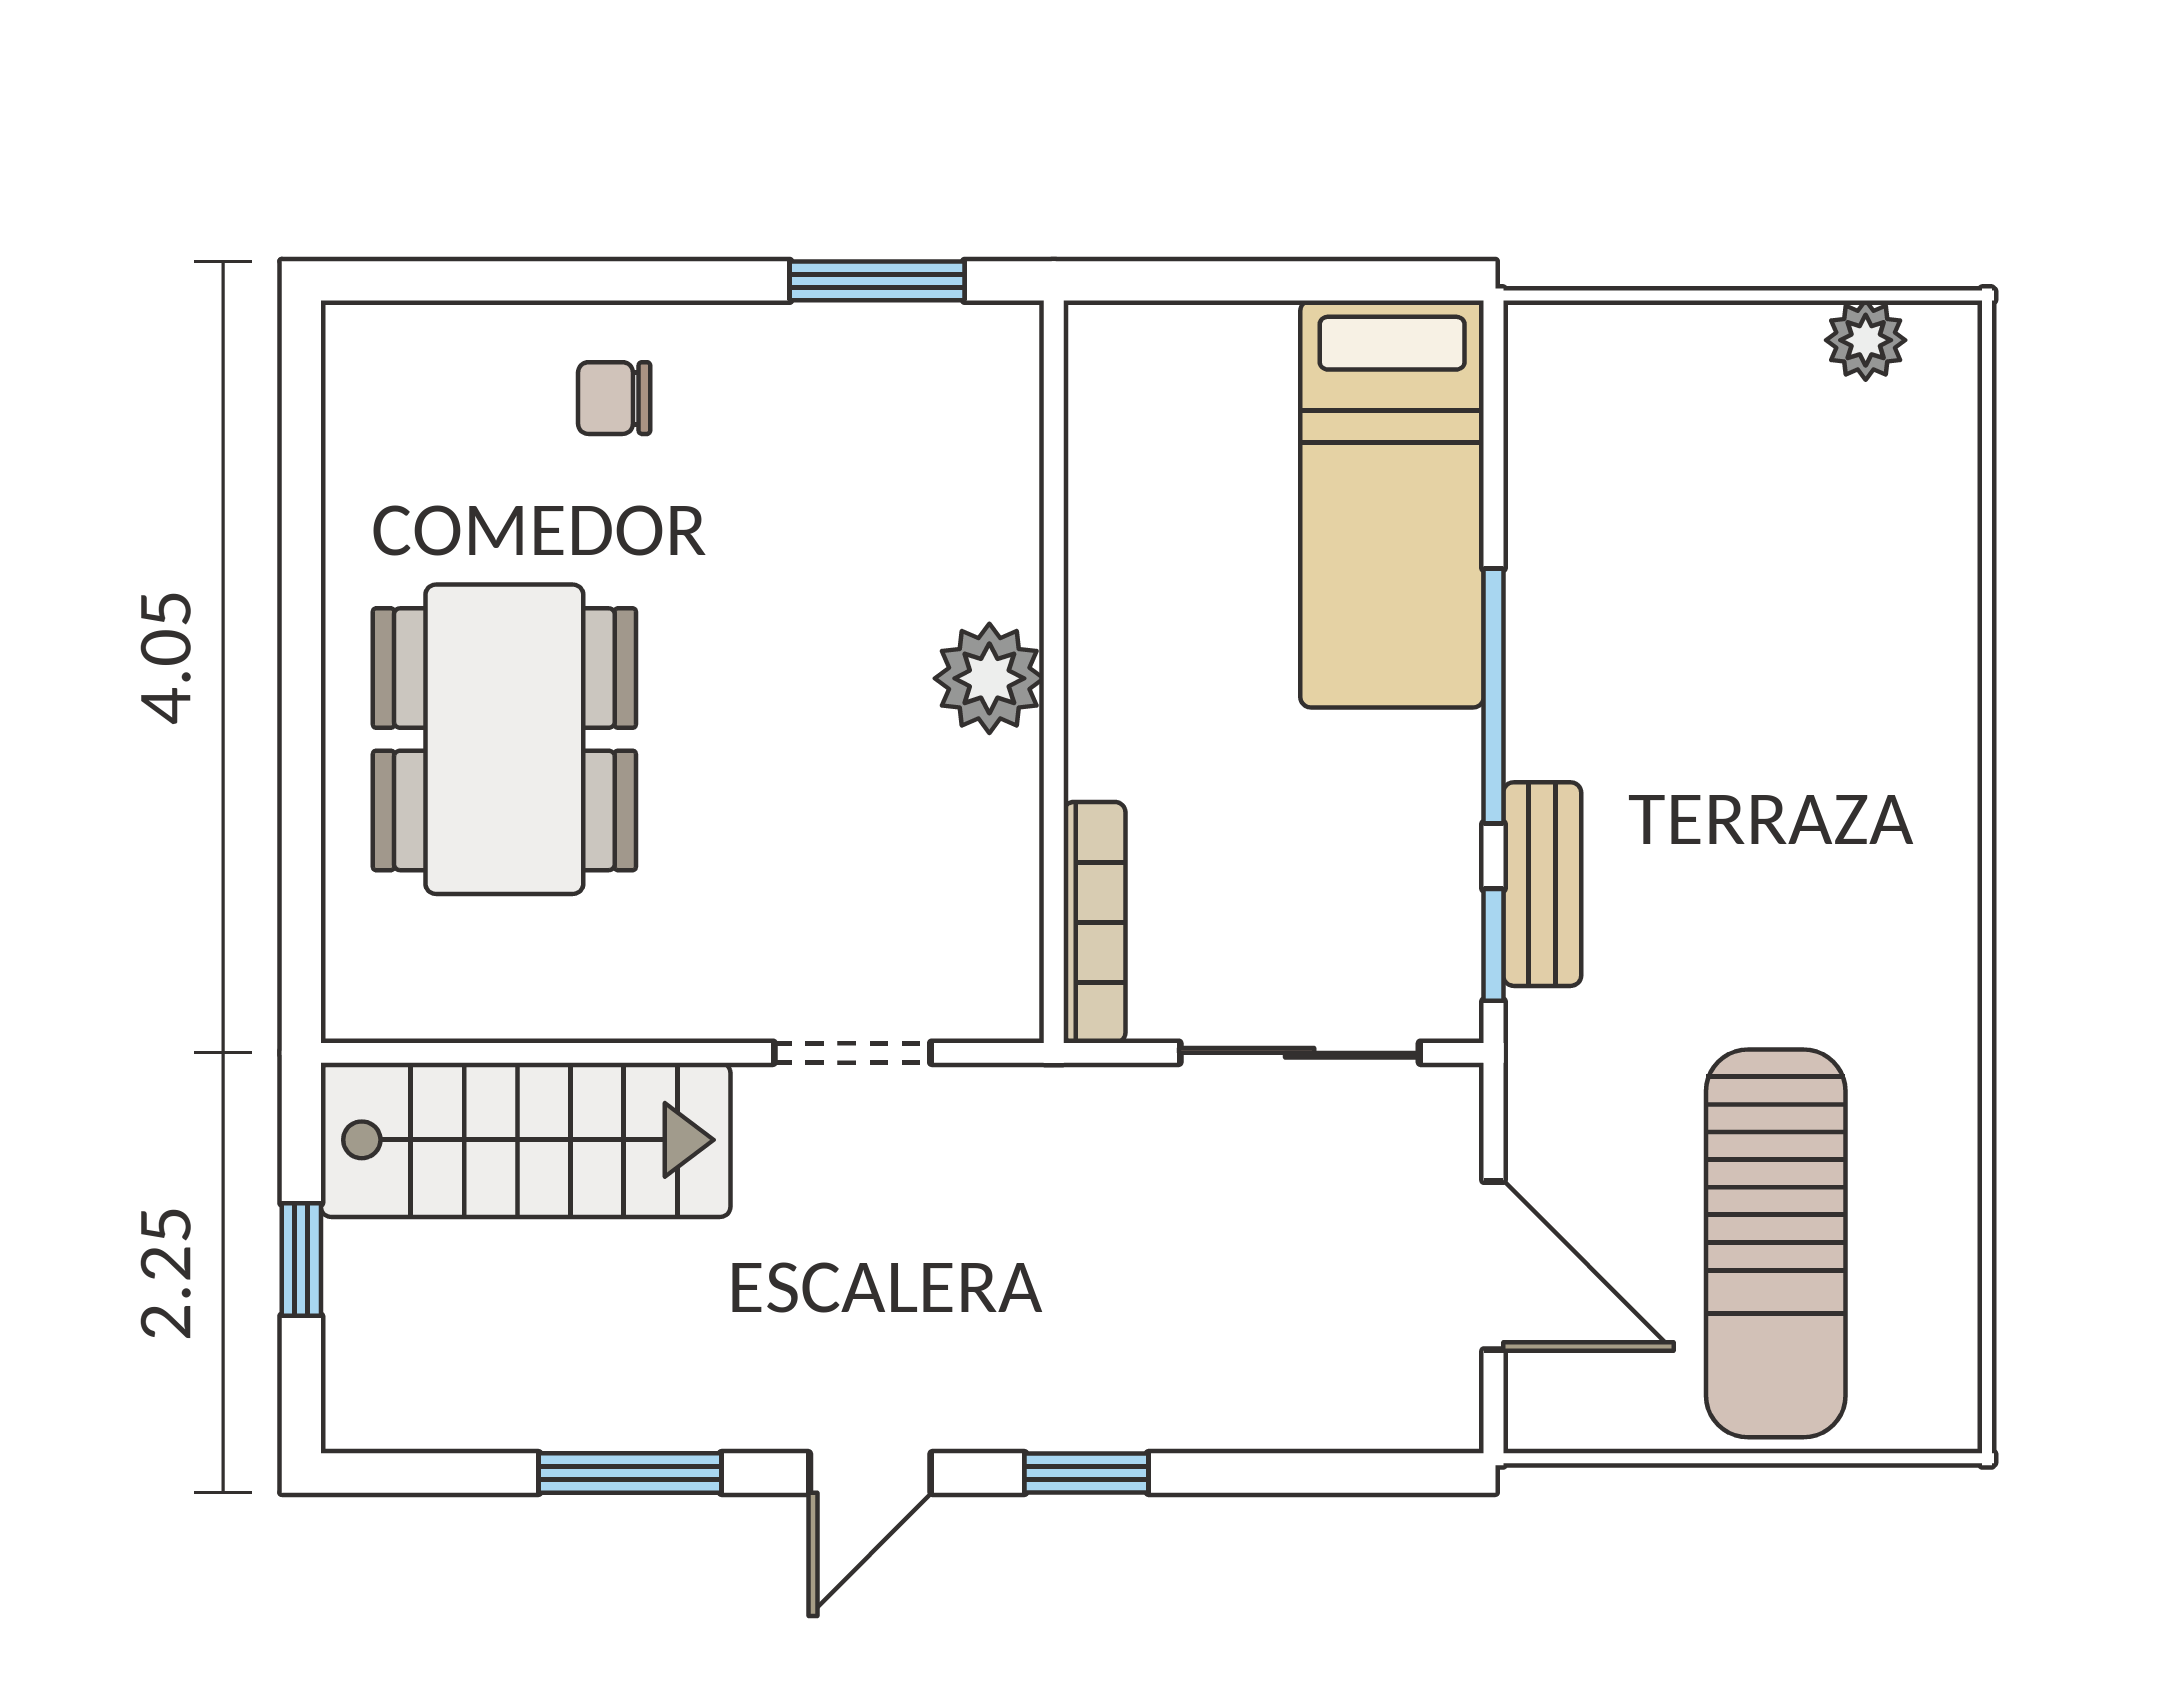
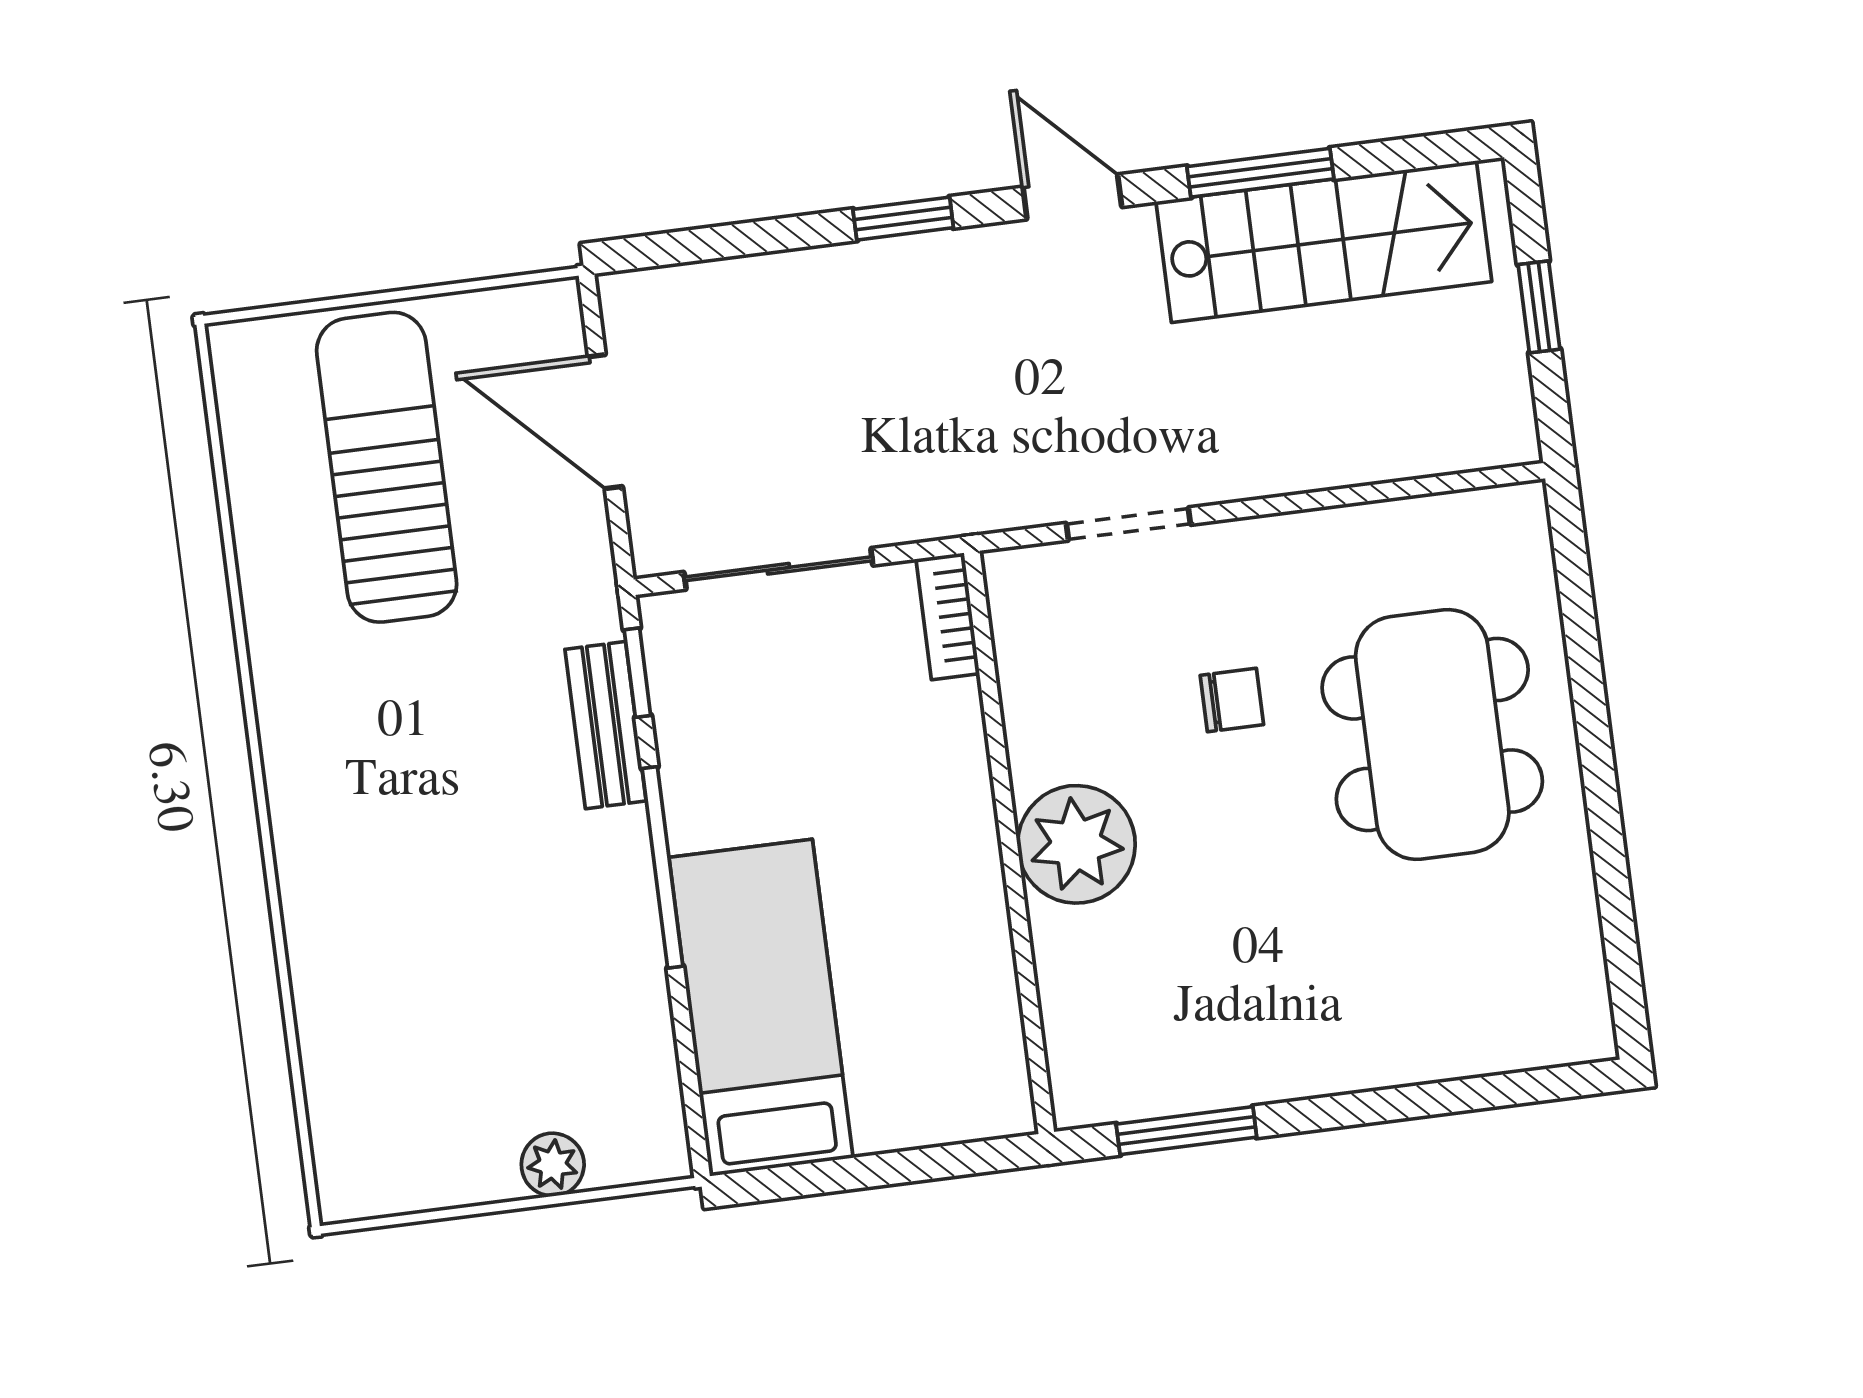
plant: (1866, 340) -> (553, 1165), moved
chair: (614, 398) -> (1232, 700), moved
plant: (989, 678) -> (1076, 844), width x1.36, depth x1.36
bookcase: (1094, 922) -> (948, 616), width x0.64
stairs: (526, 1140) -> (1324, 242), moved, turned 180
door: (870, 1473) -> (1072, 197), hinge flipped

